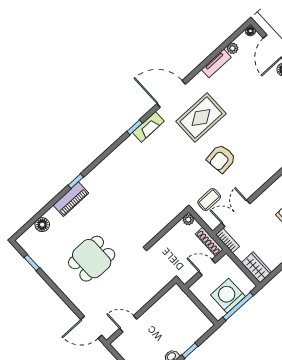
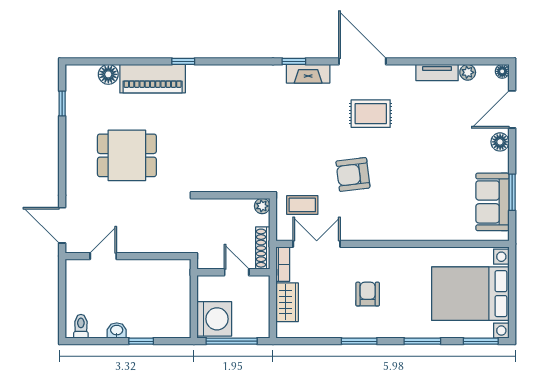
rug: (201, 118) -> (371, 114), width x0.73, depth x0.70
piano: (71, 199) -> (153, 79), width x1.37, depth x1.33
wardrobe: (257, 267) -> (287, 302), moved
washing machine: (228, 296) -> (214, 319), moved, turned 90
door: (128, 324) -> (103, 256), hinge flipped

